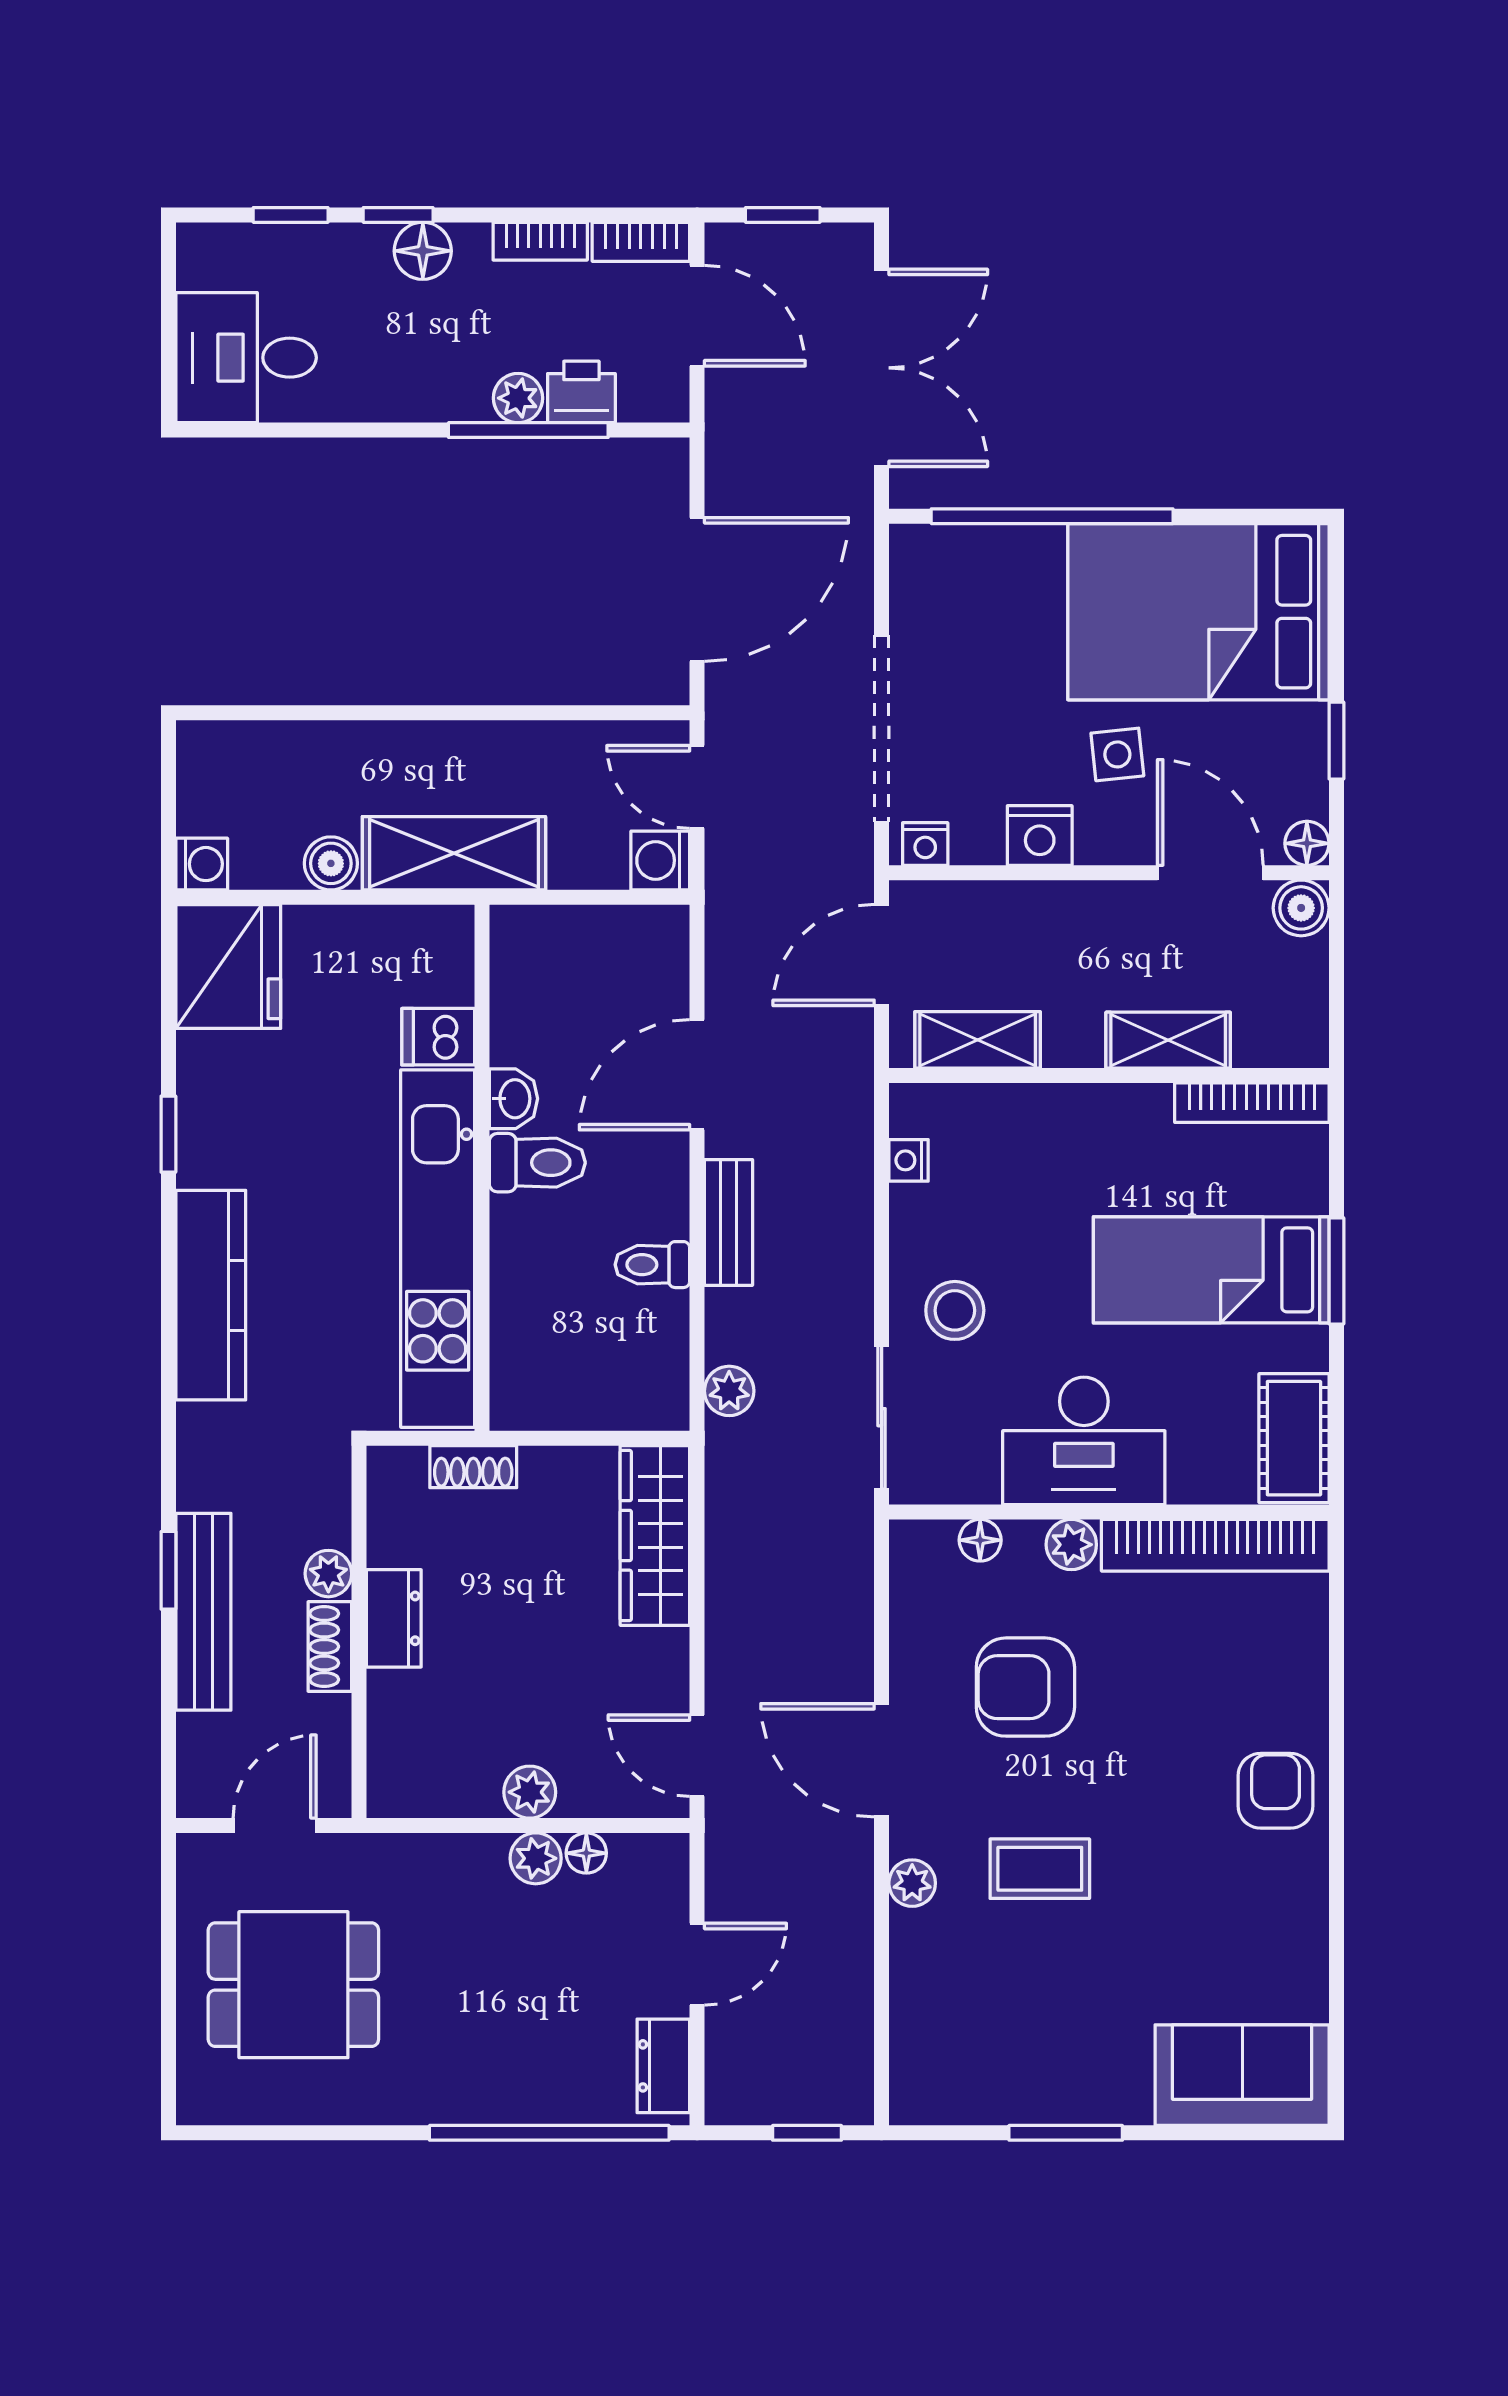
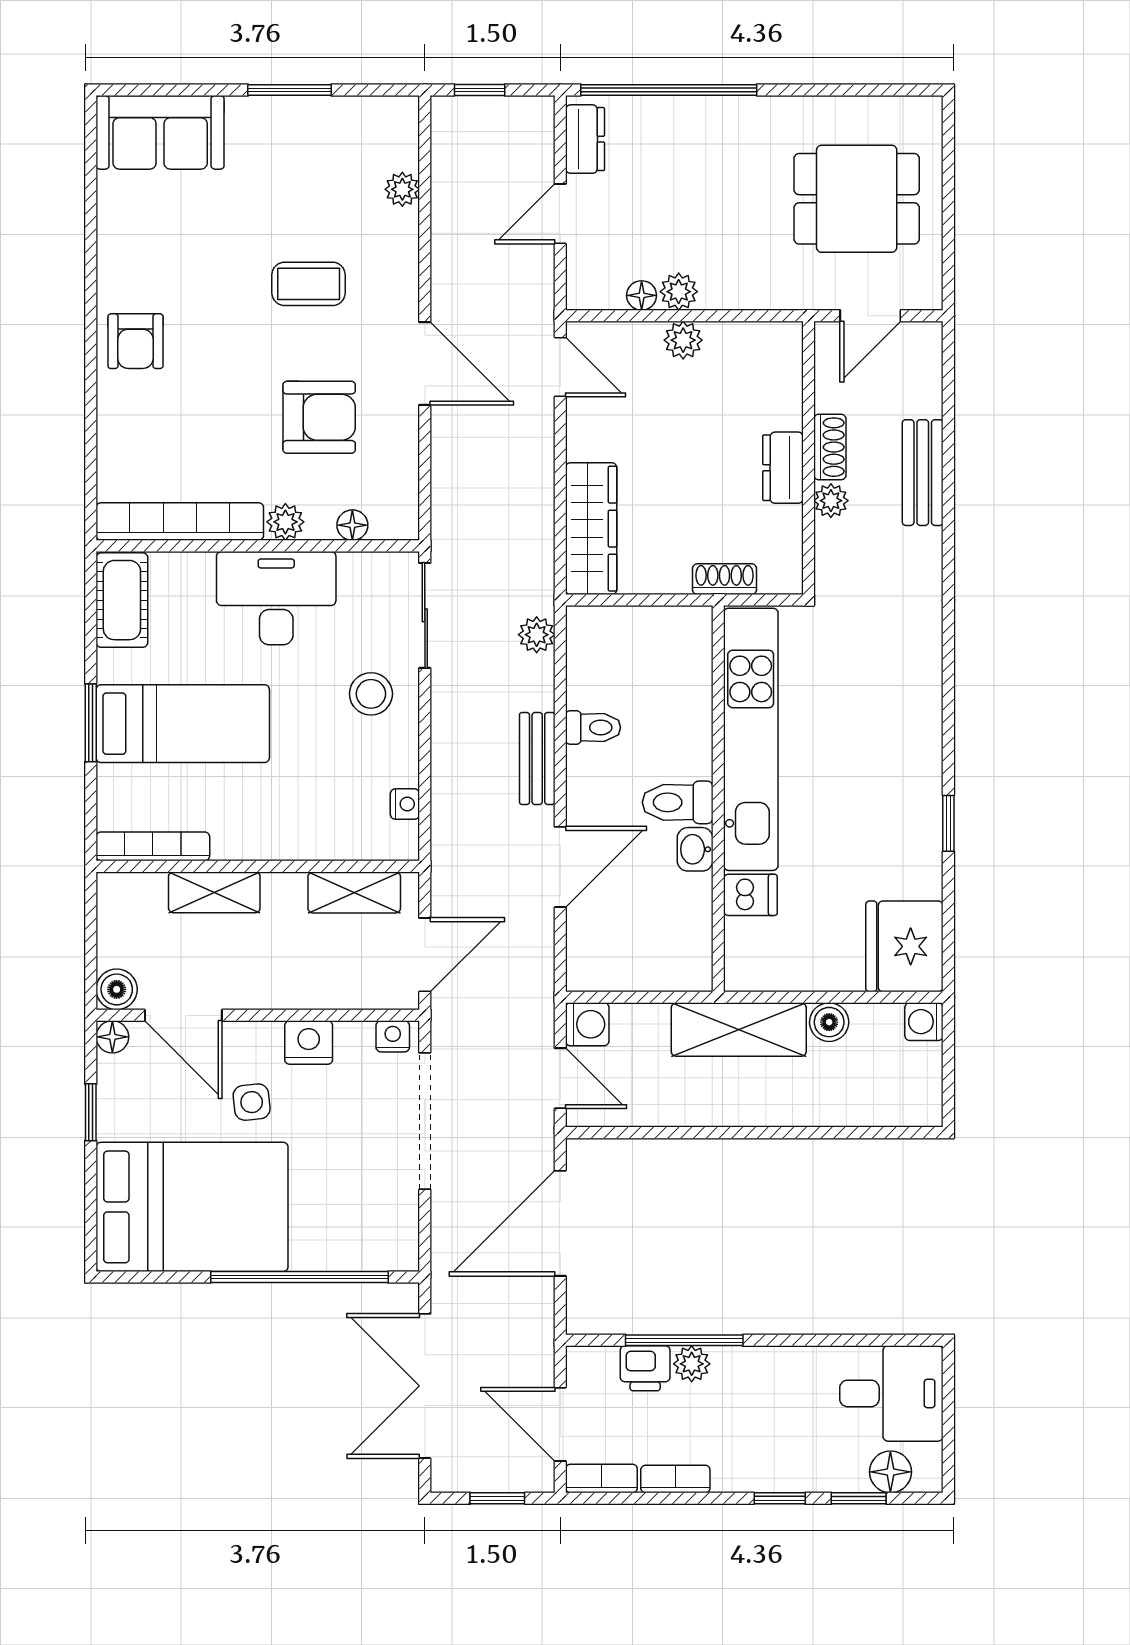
floor lamp: (423, 251) -> (890, 1472), moved
kitchen counter: (211, 1295) -> (917, 705), removed
window: (168, 1570) -> (948, 503), removed
bench: (203, 1612) -> (923, 473), width x0.73
plant: (912, 1883) -> (402, 189), moved

